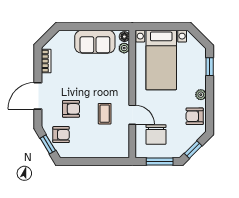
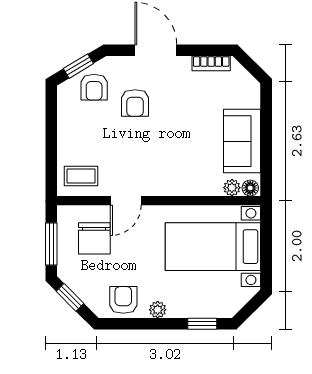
coffee table: (105, 114) -> (81, 176), moved
chair: (156, 134) -> (94, 238), turned -90

